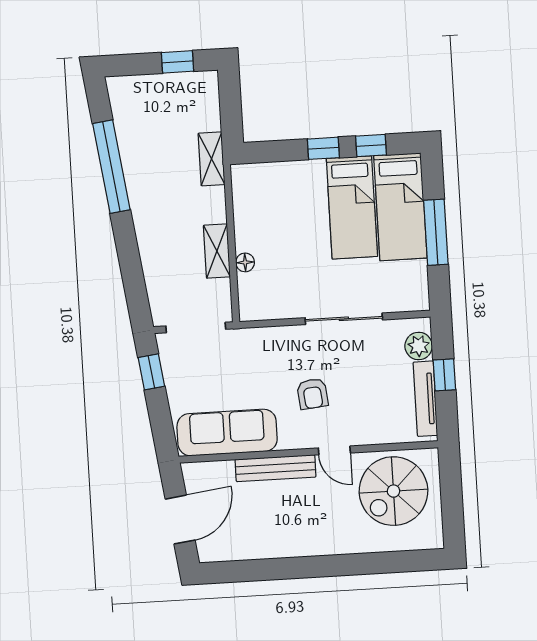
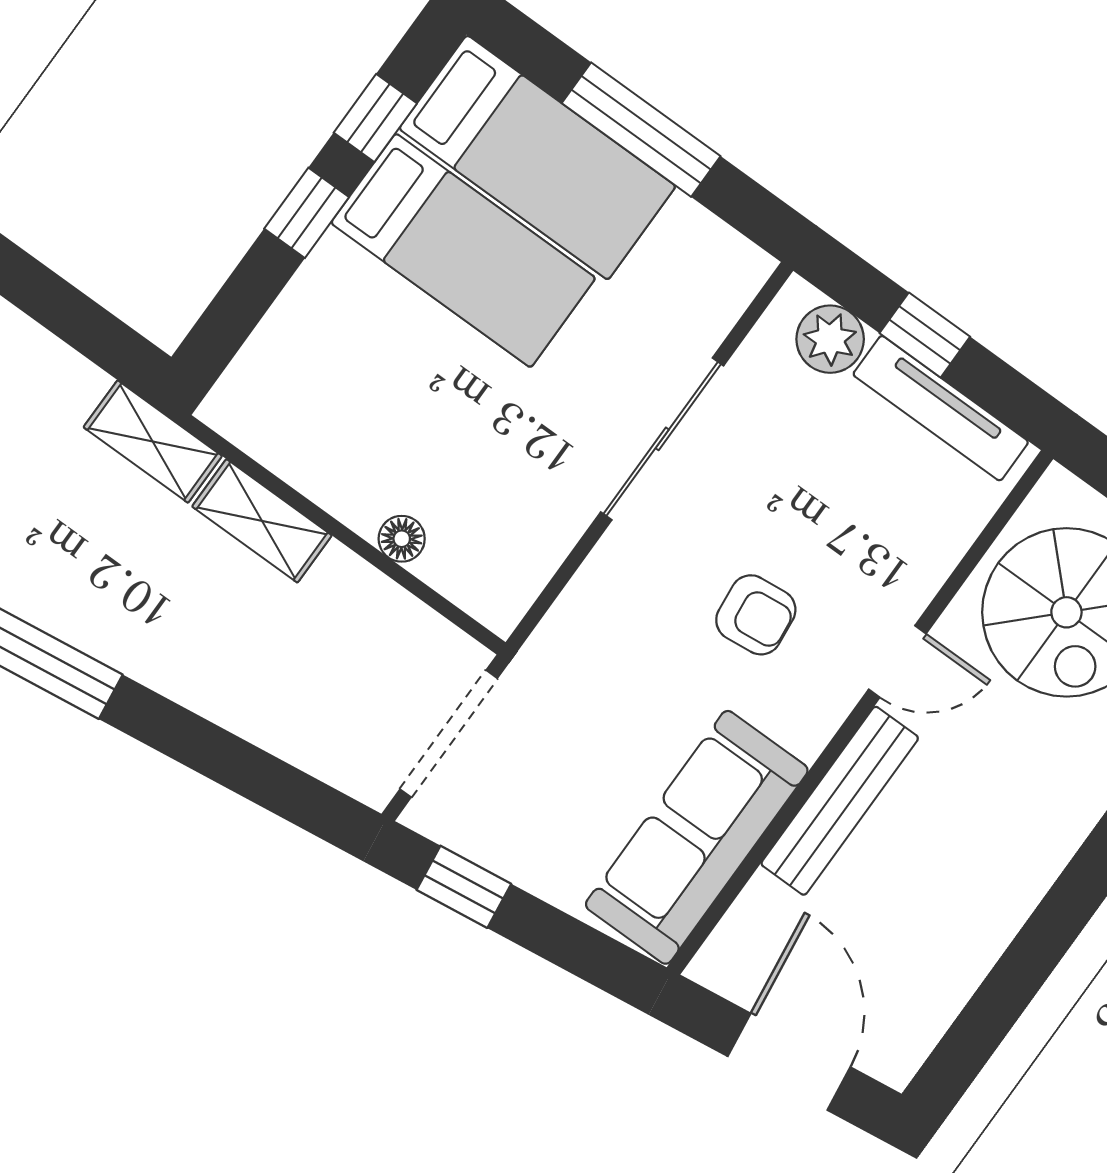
shelving: (217, 251) -> (262, 521), moved

